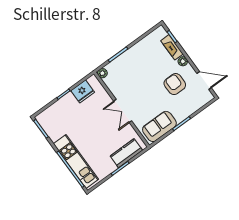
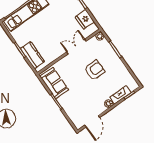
armchair: (175, 84) -> (95, 70), moved
double door: (123, 111) -> (76, 47), moved

